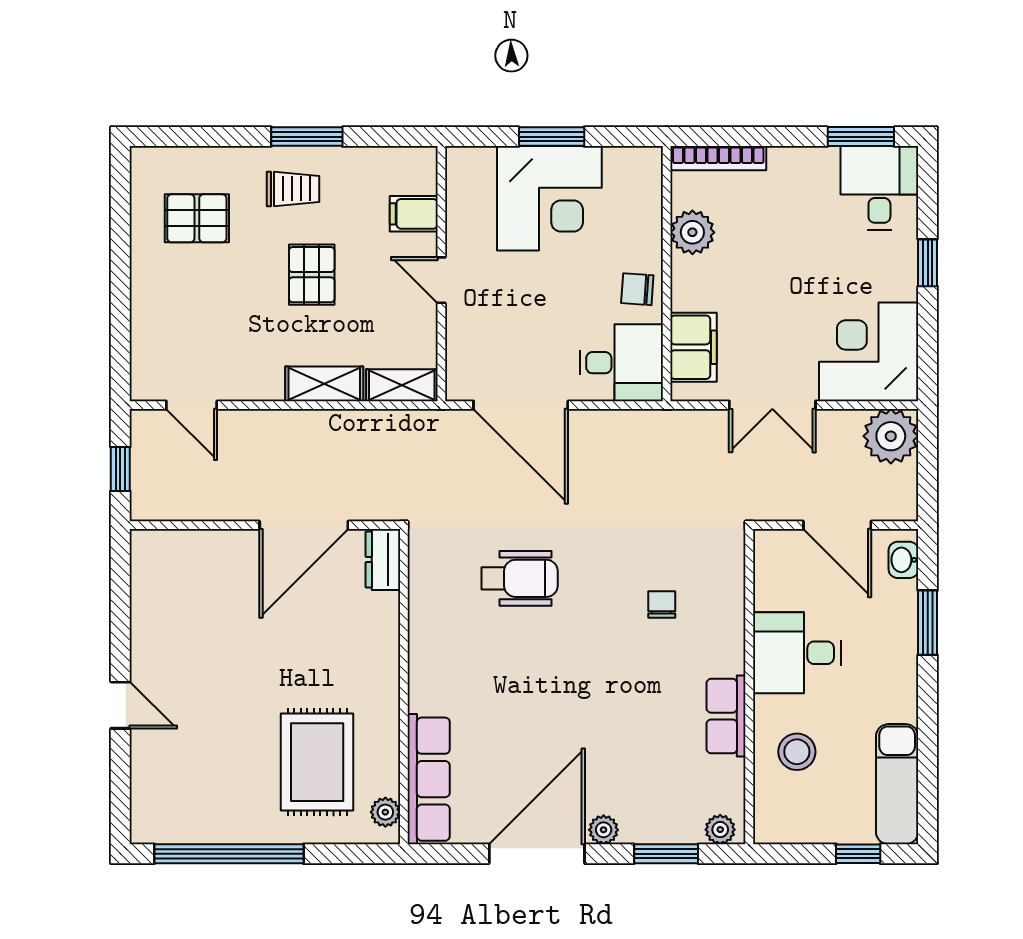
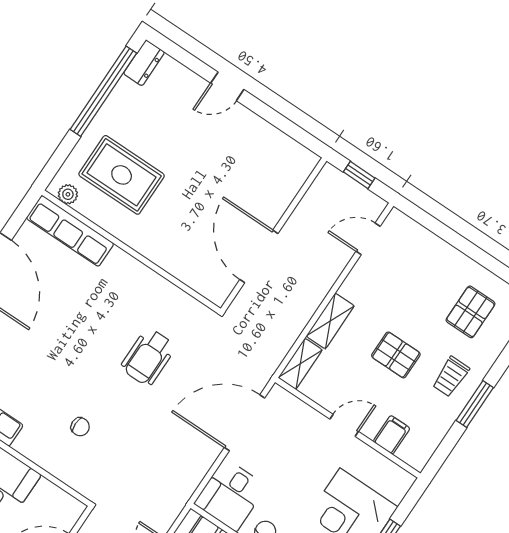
dresser: (383, 560) -> (144, 63), moved, turned 90

